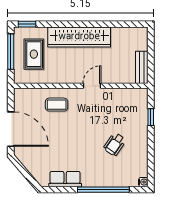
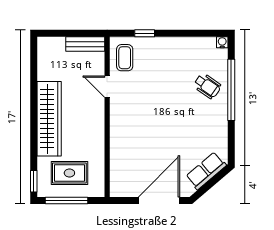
door: (92, 86) -> (107, 87), moved
coffee table: (57, 105) -> (125, 58), moved
wheelchair: (115, 144) -> (207, 86), moved
row of seats: (65, 179) -> (206, 171), moved, turned 50

